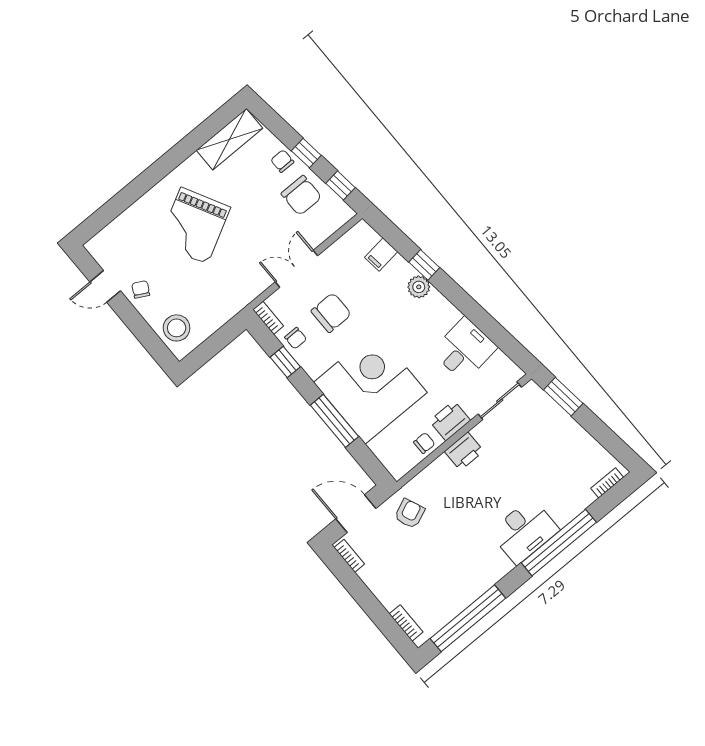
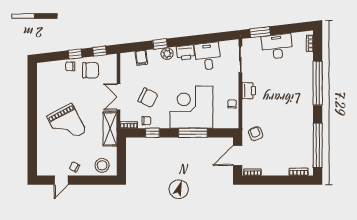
shelving: (229, 139) -> (110, 129), moved
chair: (331, 313) -> (148, 98), turned 116
printer: (450, 421) -> (185, 53), moved, turned -97
desk: (524, 531) -> (277, 47), moved, turned -97

